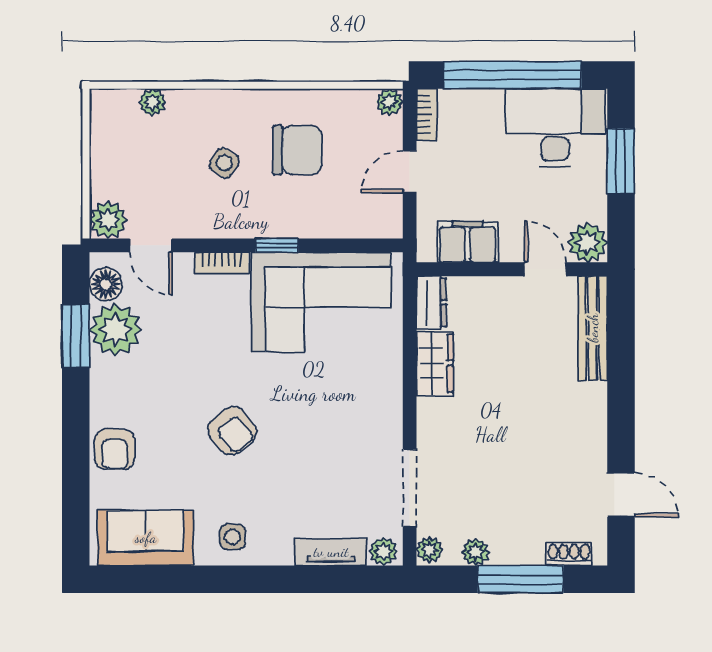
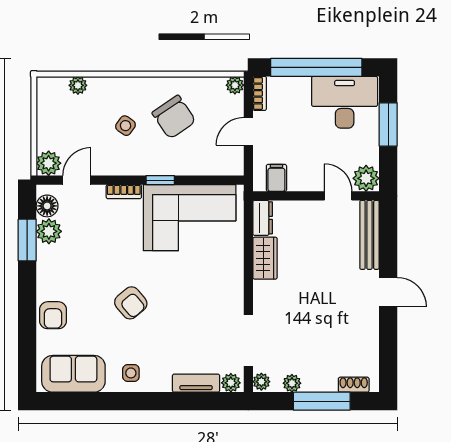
chair: (297, 150) -> (174, 117), turned 56
filing cabinet: (467, 242) -> (276, 178), width x0.50
door: (151, 245) -> (77, 180), swing flipped
plant: (116, 330) -> (49, 231), width x0.73, depth x0.73
door: (621, 495) -> (388, 292), moved

